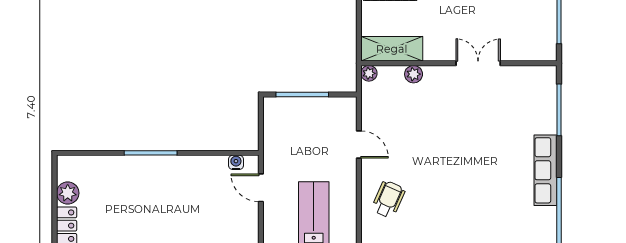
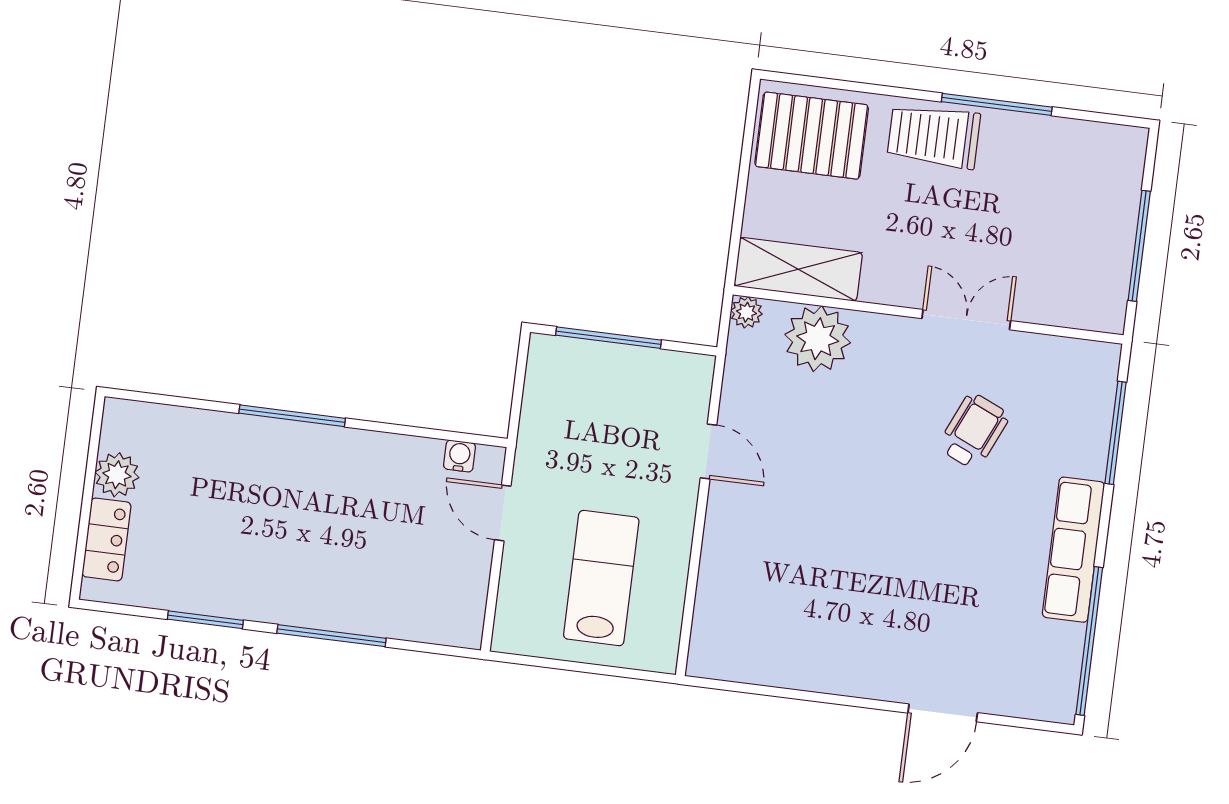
plant: (414, 74) -> (818, 339), width x1.88, depth x1.88
wheelchair: (388, 199) -> (974, 431), moved

